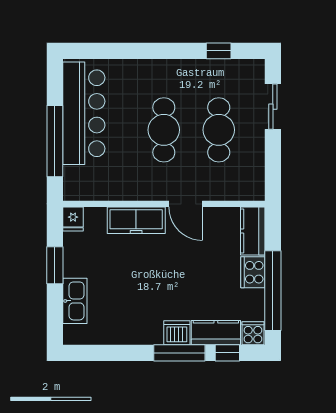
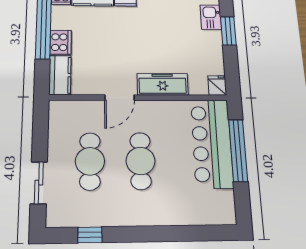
bar counter: (84, 113) -> (212, 143), moved
door: (186, 204) -> (120, 98), swing flipped
window: (55, 265) -> (228, 31), moved
kitchen sink: (75, 301) -> (211, 17), width x0.73

